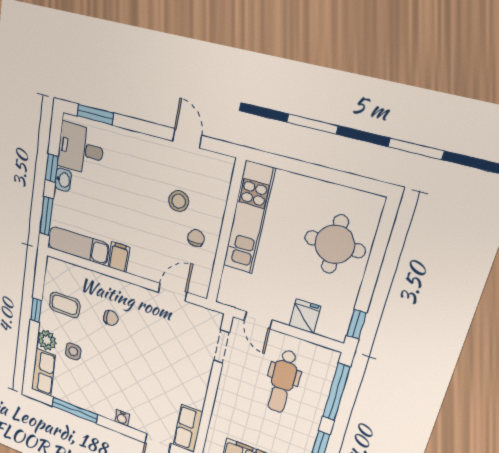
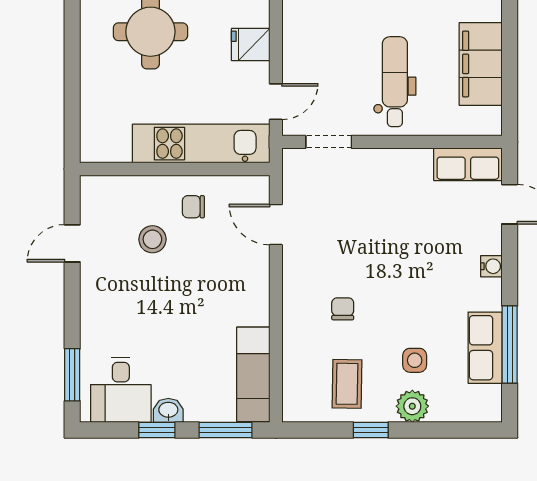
kitchen unit: (249, 218) -> (201, 144), moved
filing cabinet: (119, 257) -> (251, 311), removed
row of seats: (43, 372) -> (485, 348), moved, turned -90
dental chair: (282, 381) -> (395, 82), moved, turned -90

